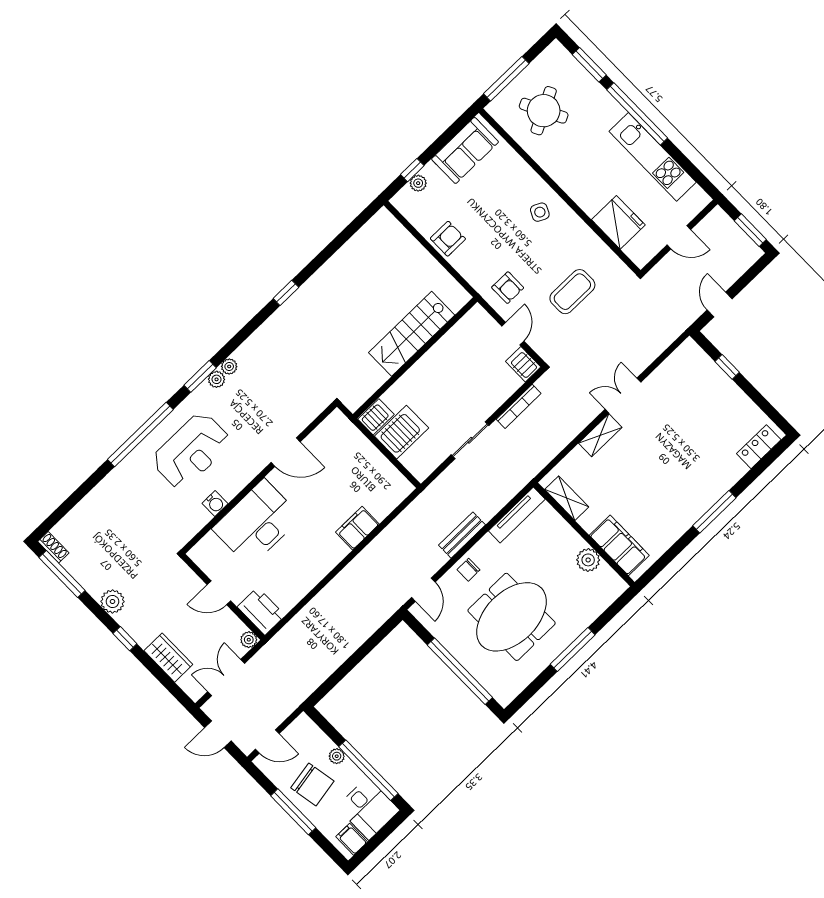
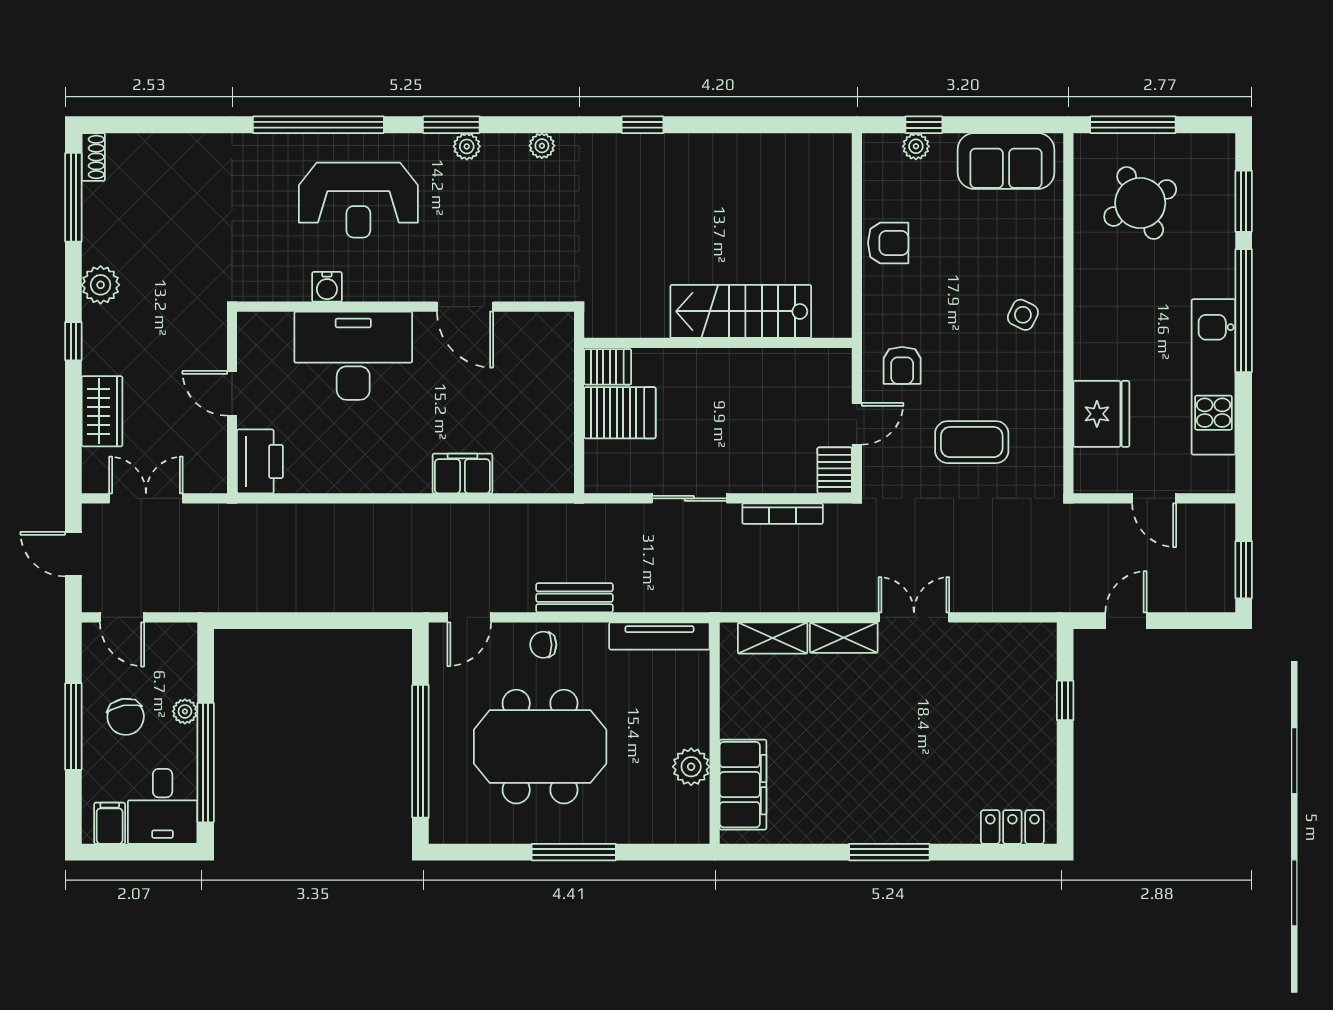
plant: (229, 366) -> (542, 146), moved
shelving: (567, 498) -> (773, 638), moved, turned 90
plant: (249, 640) -> (214, 480), removed
chair: (312, 784) -> (126, 717), width x0.73, depth x0.73

